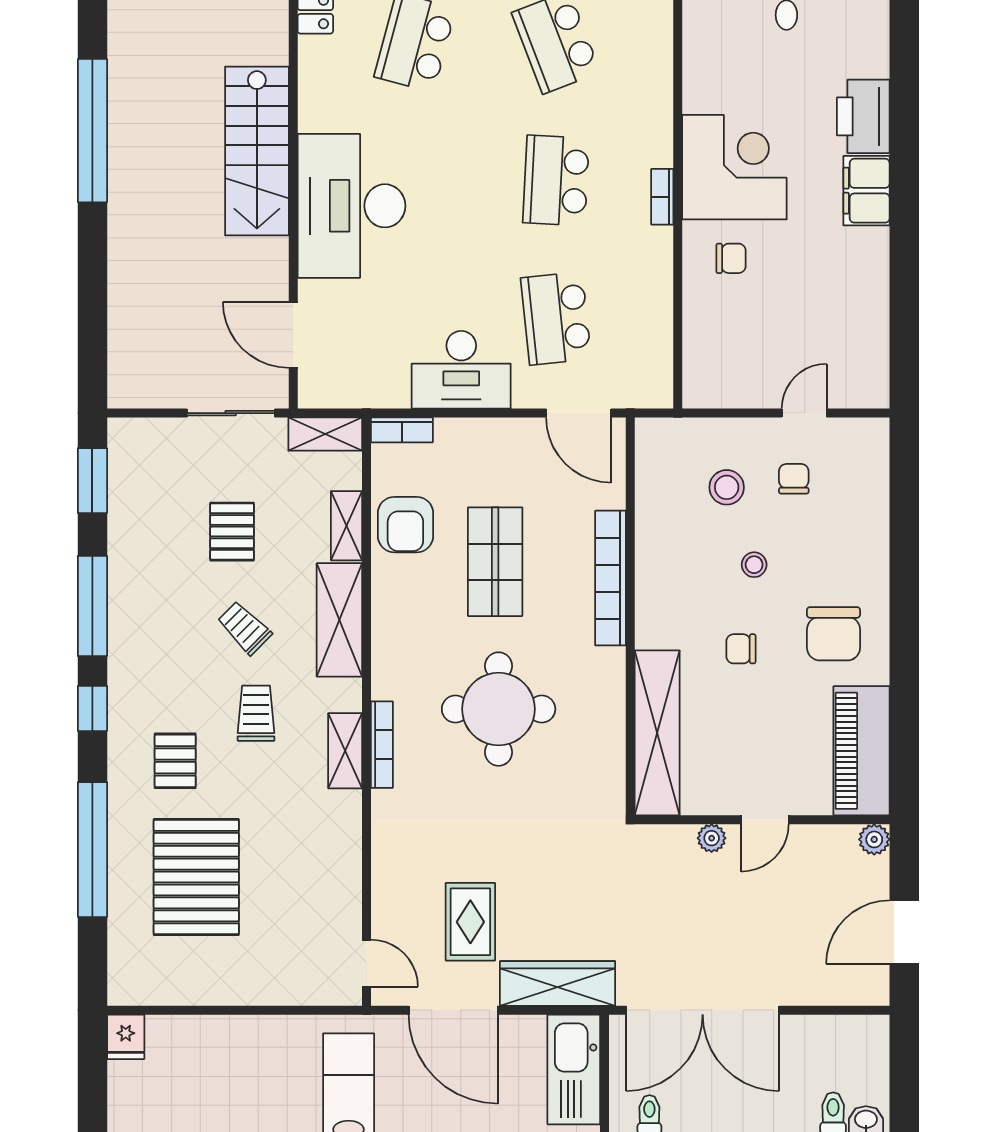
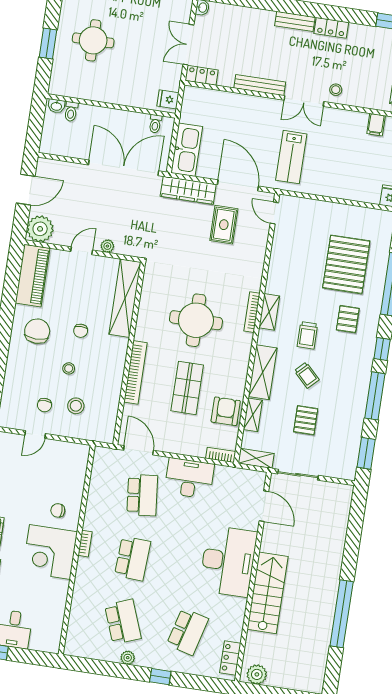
chair: (741, 649) -> (81, 331), turned 90
plant: (874, 839) -> (40, 229), width x1.88, depth x1.88

